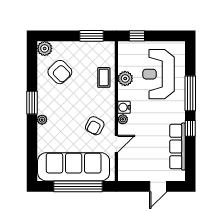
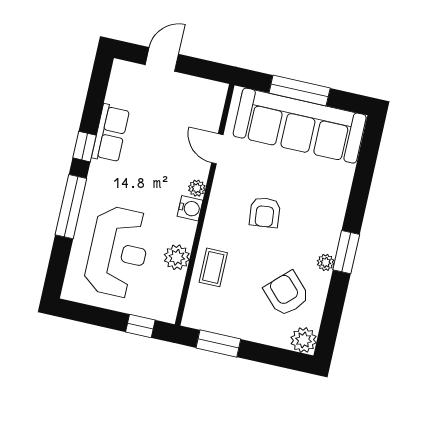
plant: (42, 120) -> (326, 262), moved
armchair: (95, 126) -> (265, 212), moved, turned 146
door: (116, 144) -> (217, 149), hinge flipped
row of seats: (177, 147) -> (111, 133), width x0.68
window: (78, 186) -> (300, 90), width x0.68

